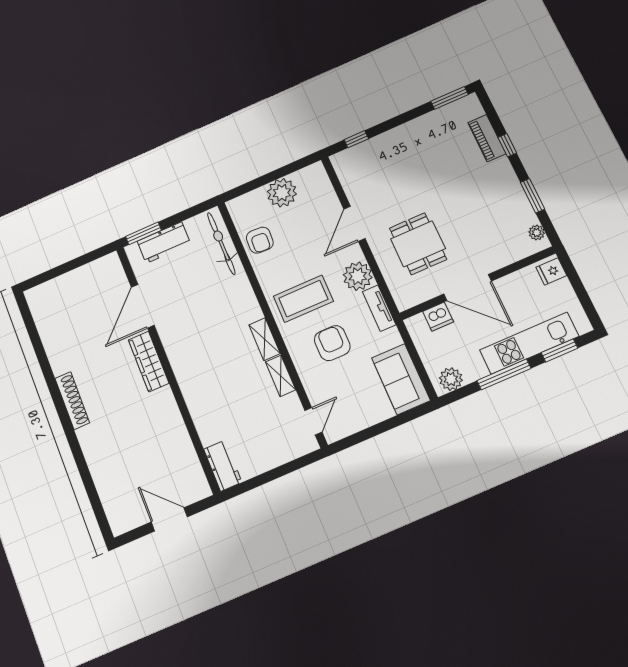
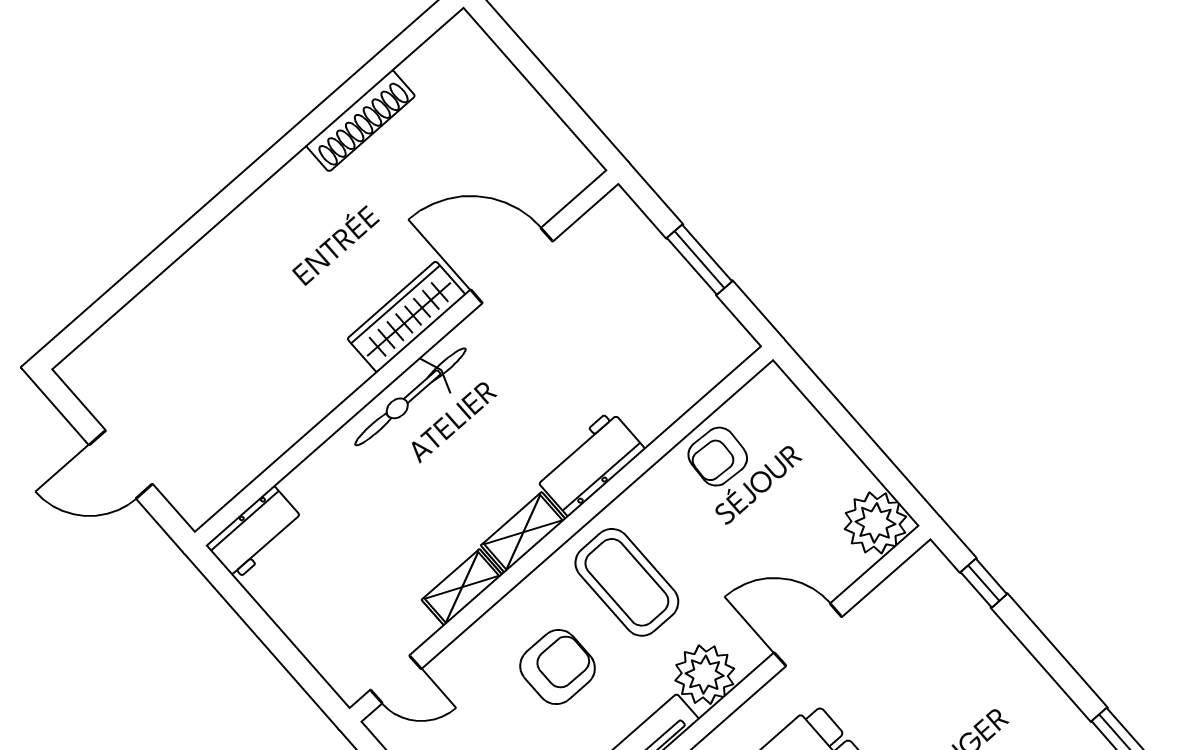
plant: (282, 193) -> (875, 523), moved
window: (143, 233) -> (700, 260), moved
workbench: (164, 243) -> (589, 463), moved, turned 90
bicycle: (221, 243) -> (410, 397), moved, turned 180
shoe rack: (72, 401) -> (361, 121), moved
door: (169, 519) -> (121, 464), swing flipped

